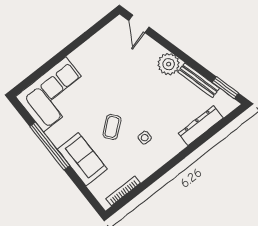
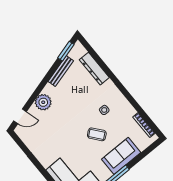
plant: (169, 64) -> (43, 102), moved

